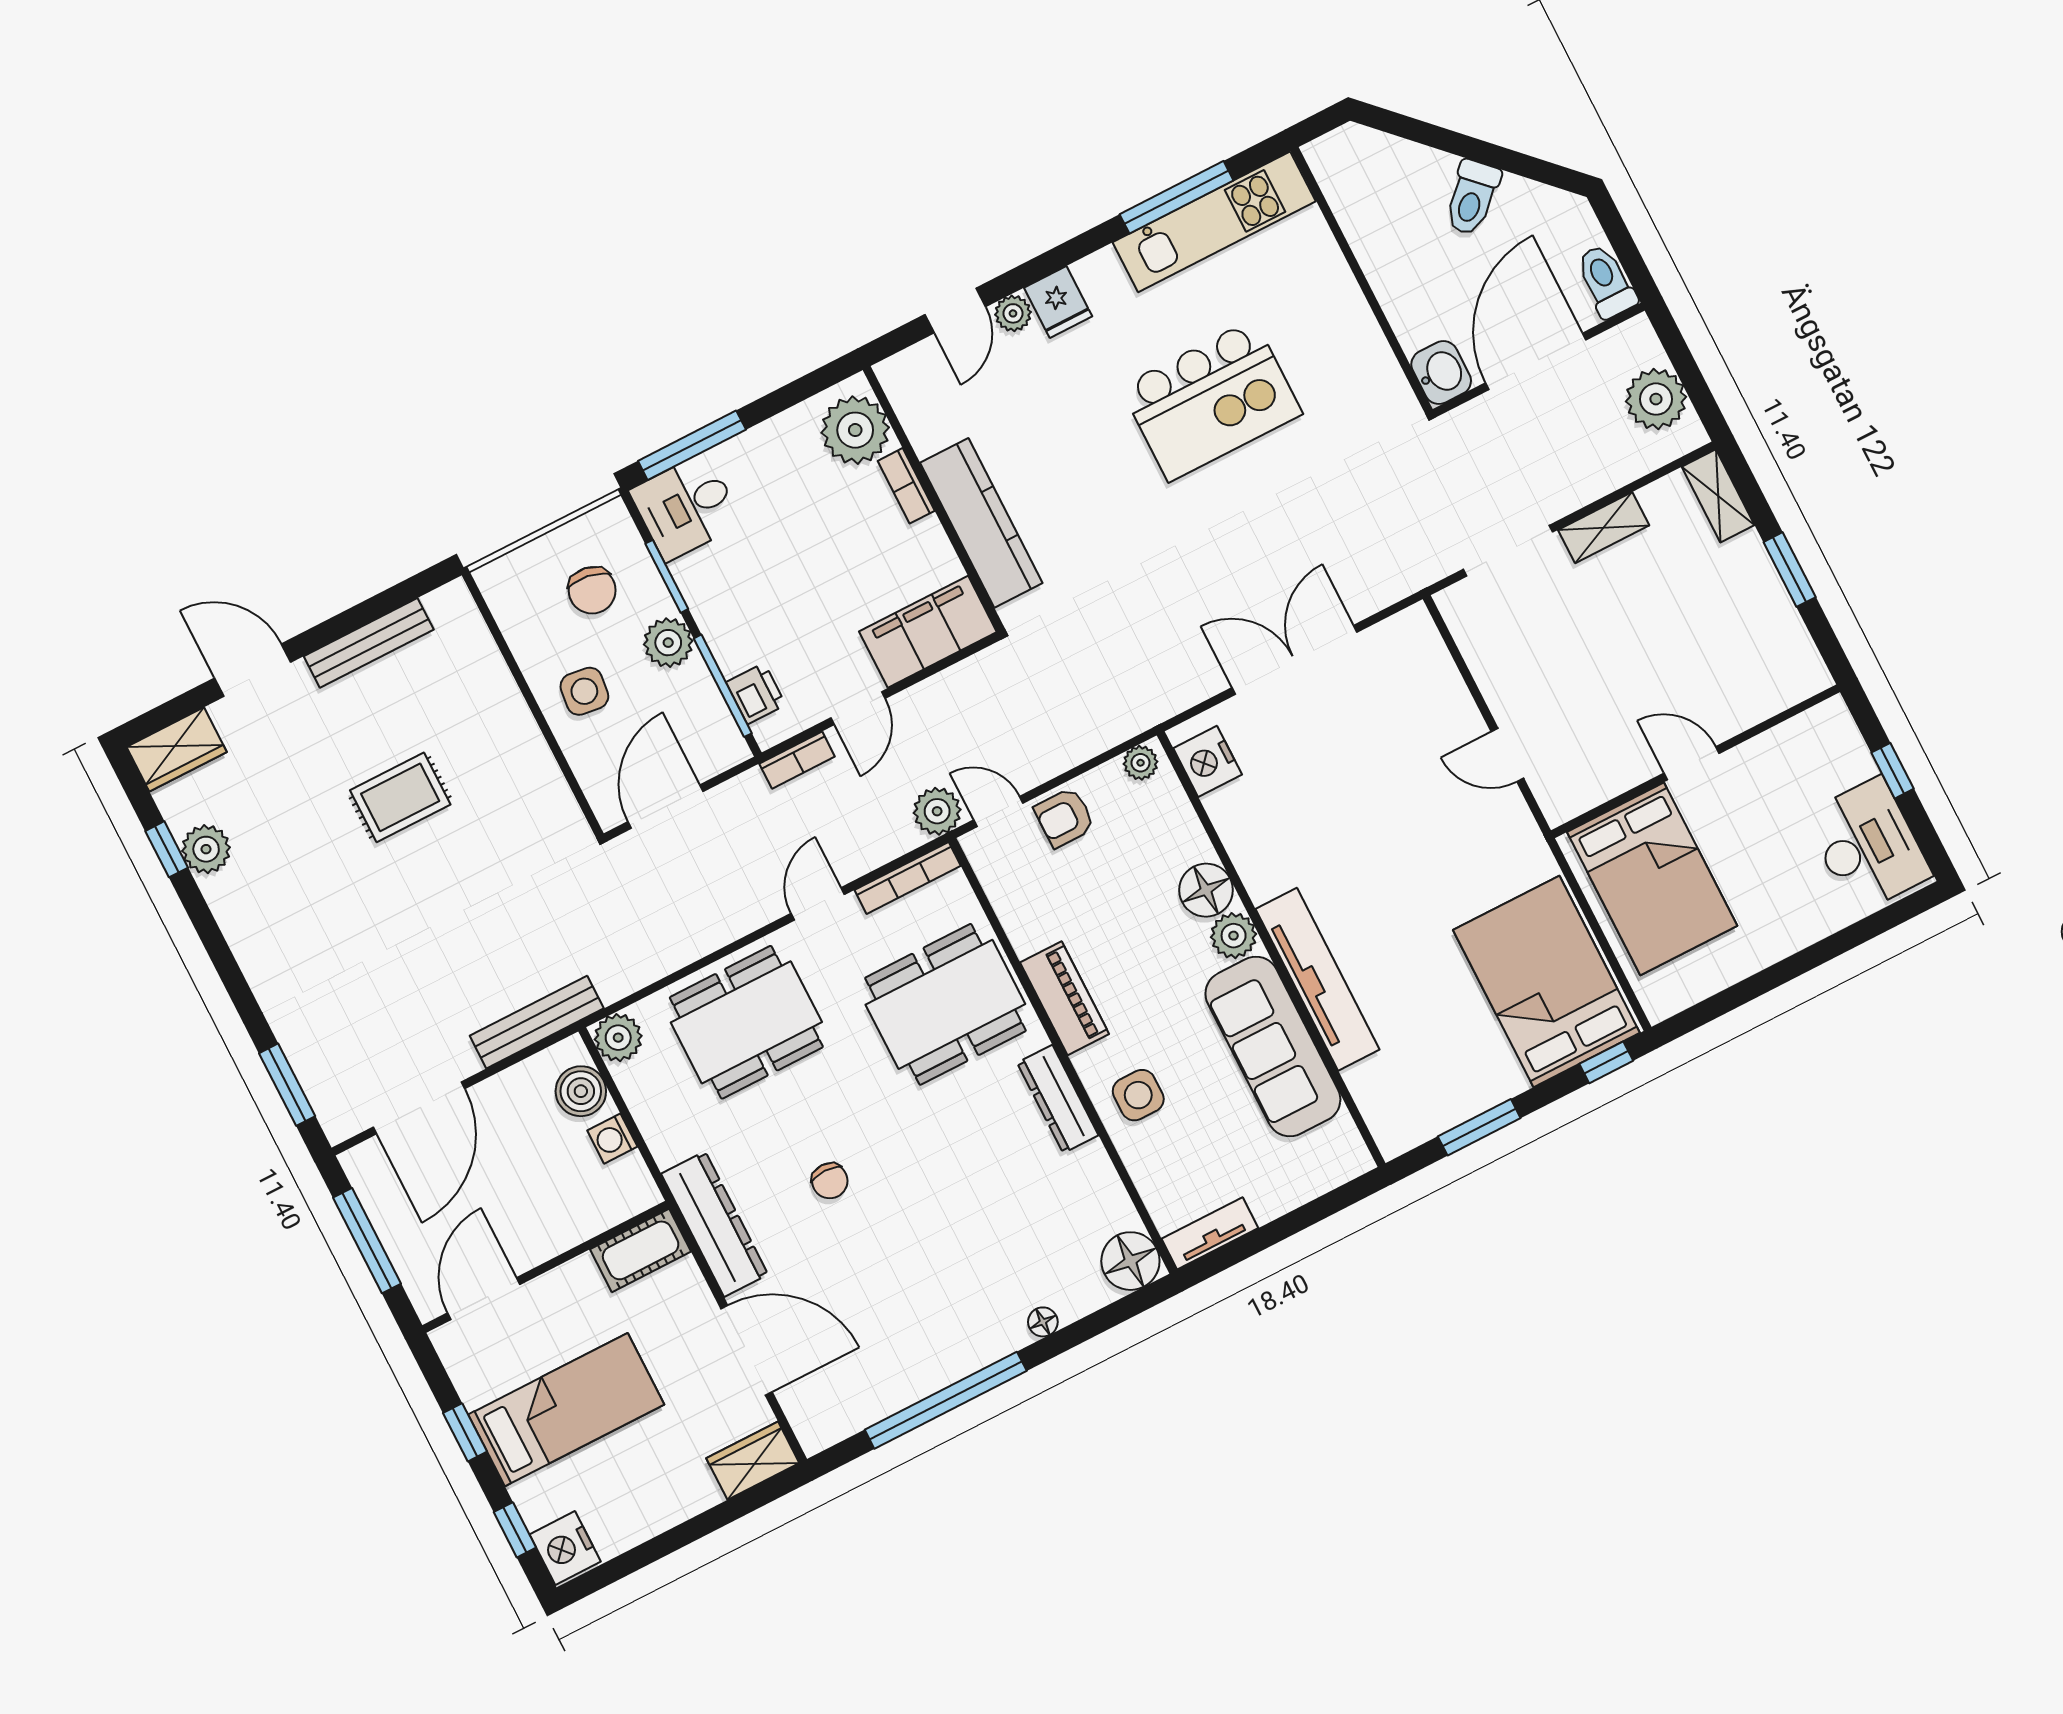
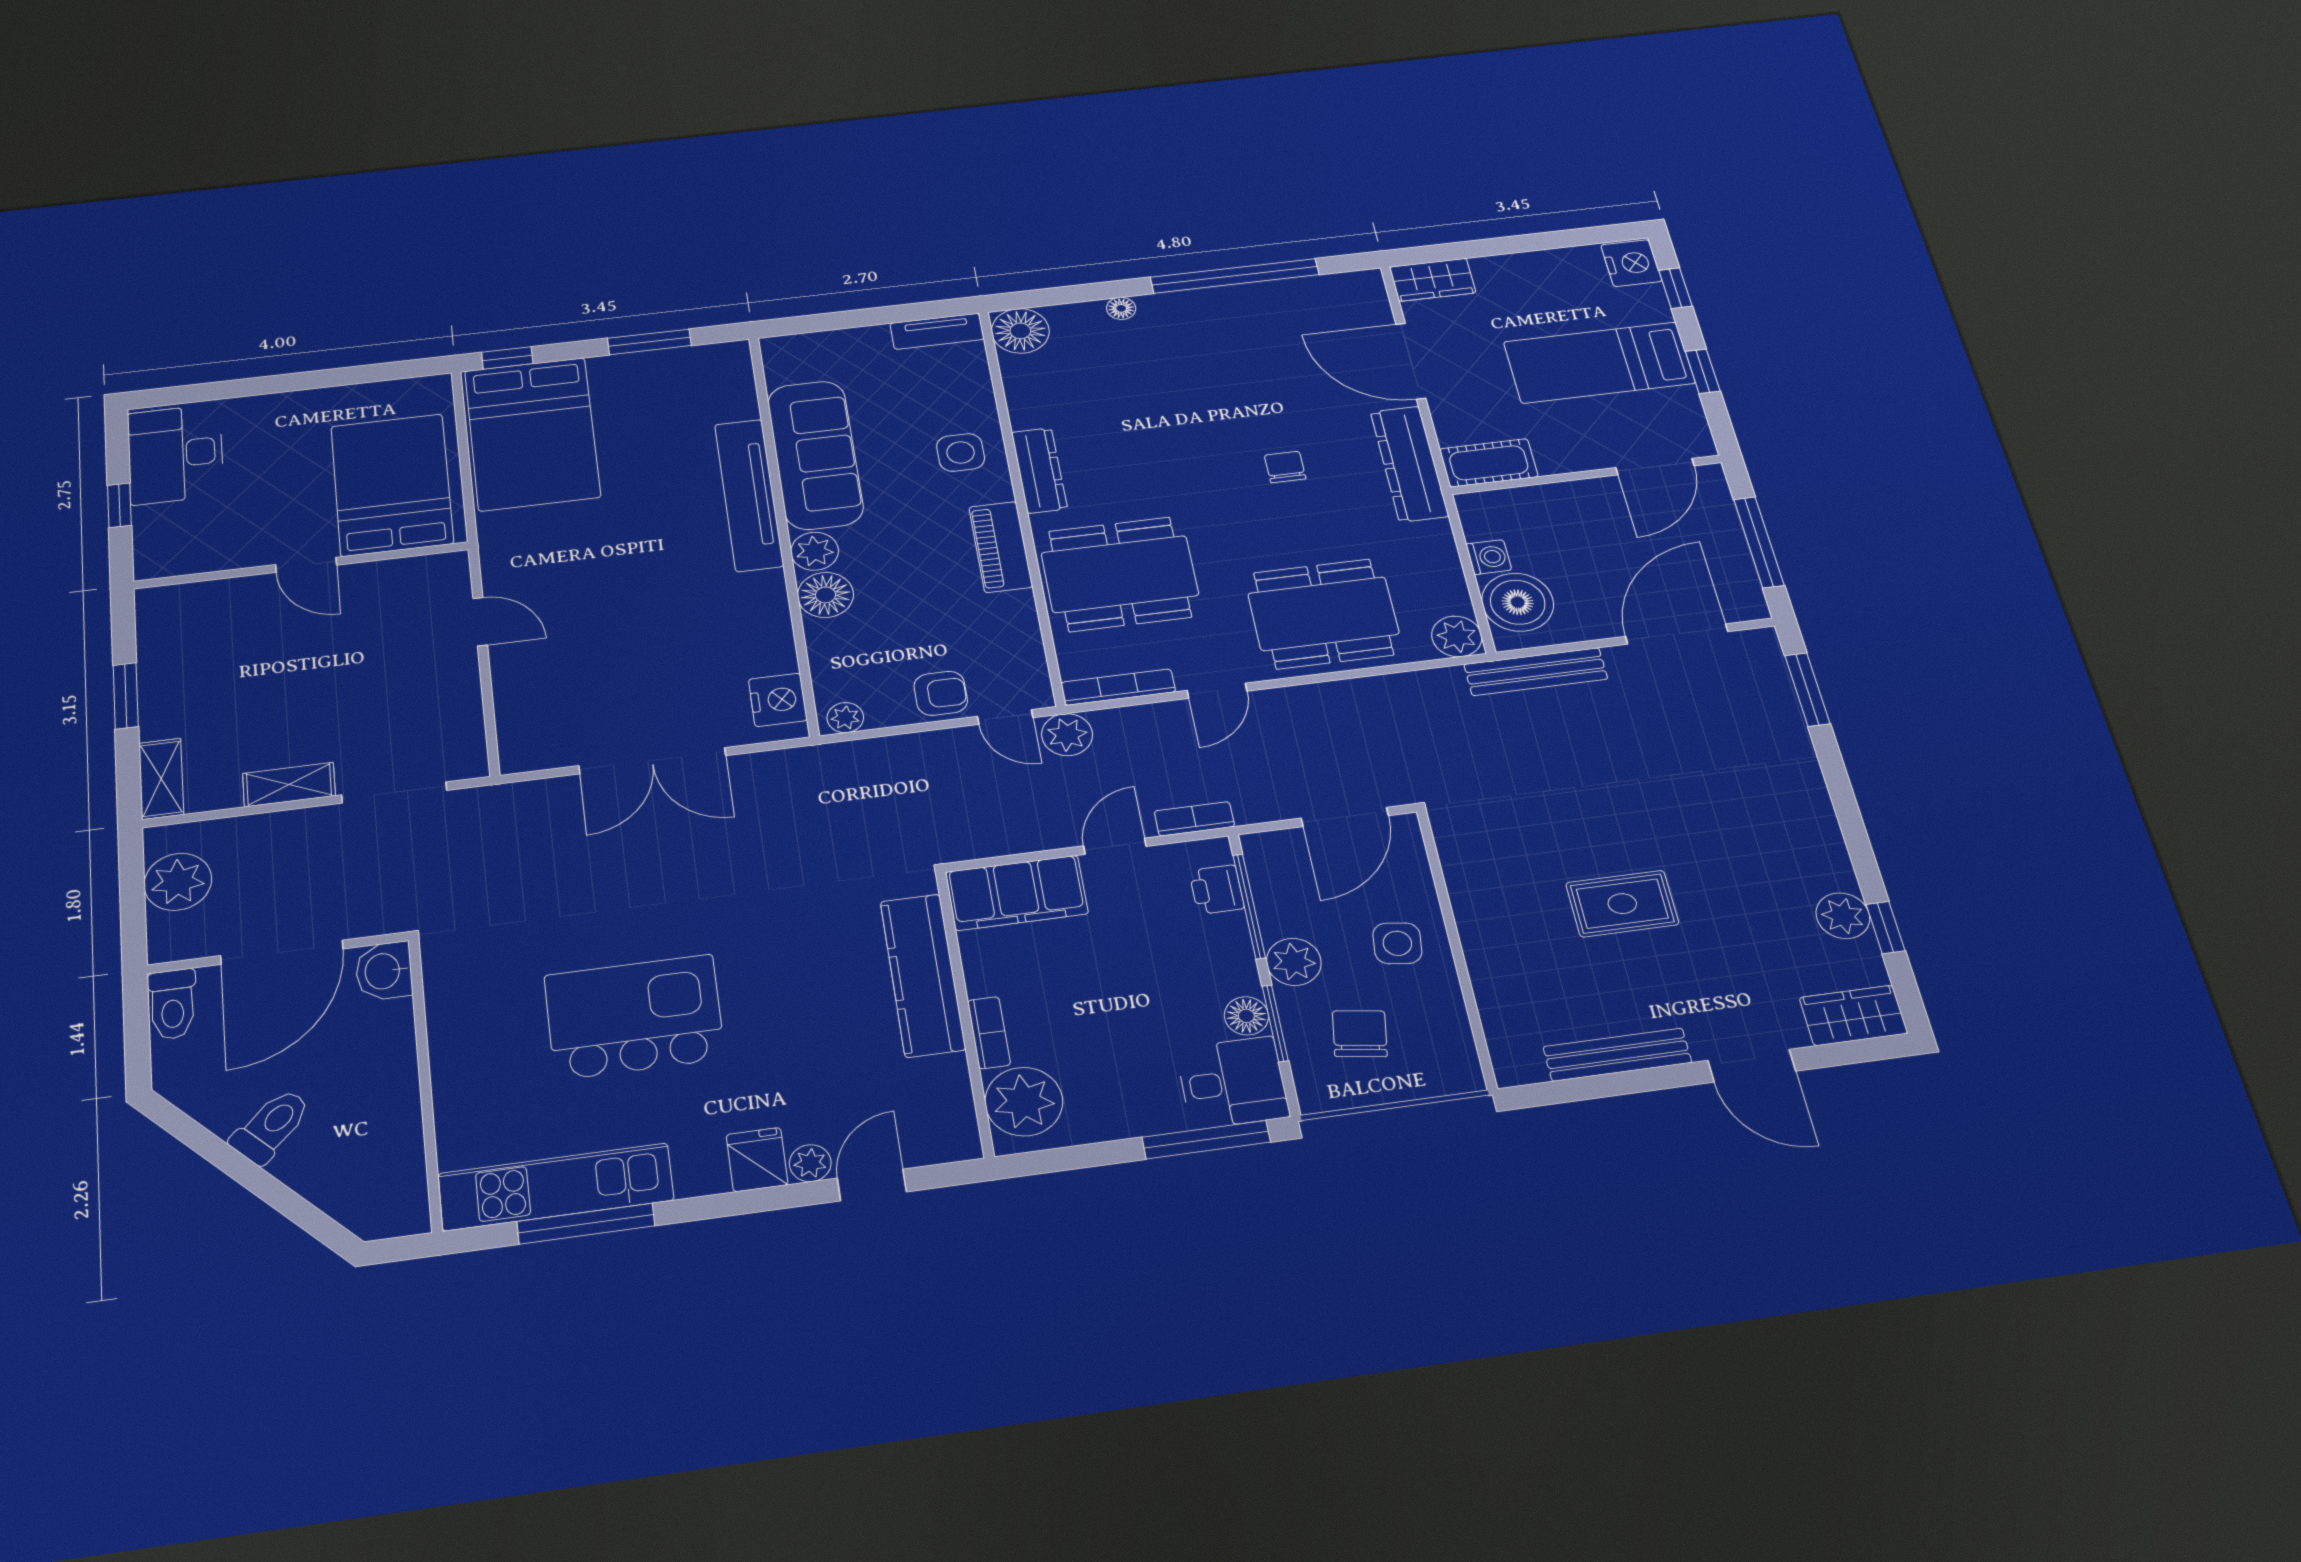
floor lamp: (693, 575) -> (1246, 1016), added
boiler: (581, 1091) -> (1518, 602), width x1.37, depth x1.37

